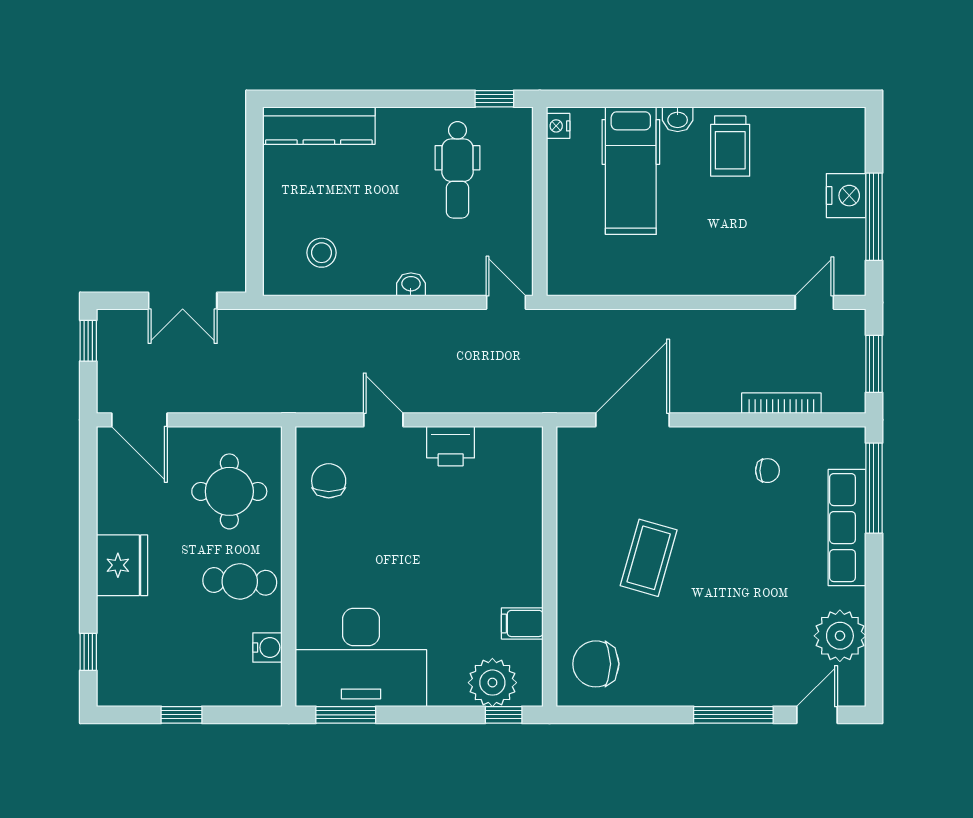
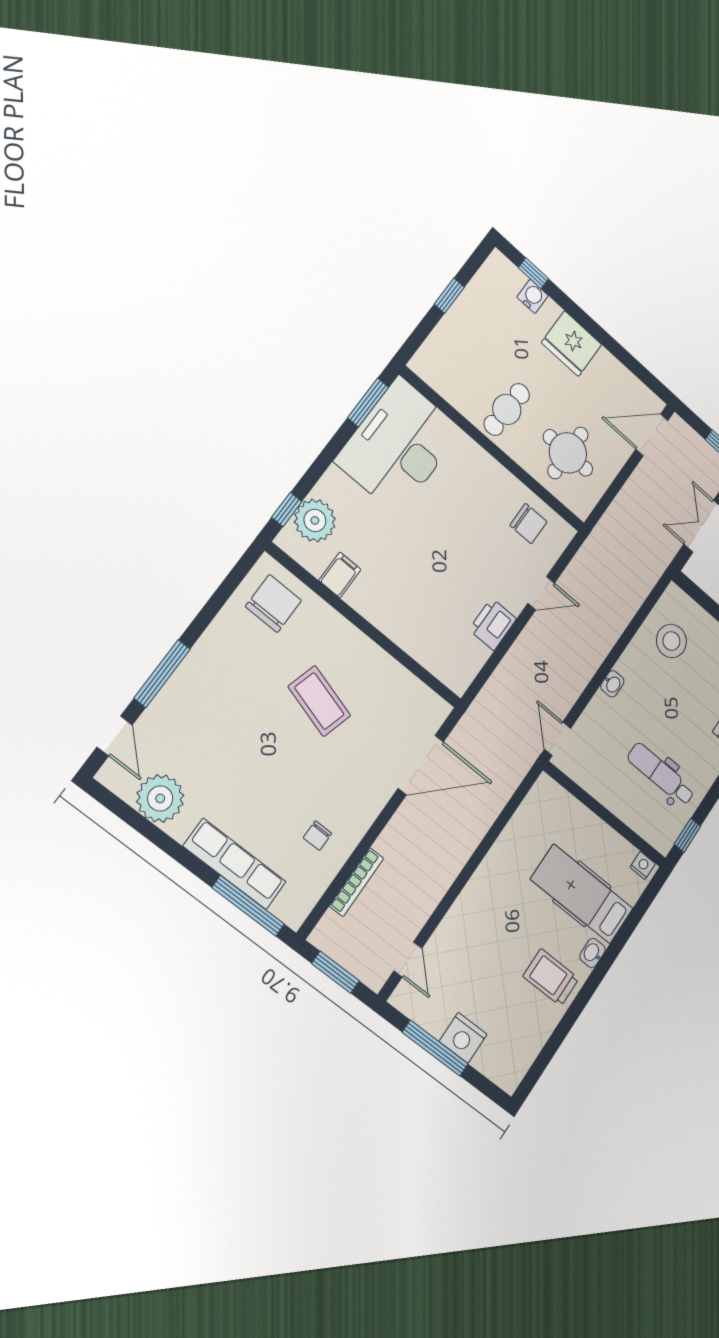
stool: (322, 253) -> (671, 641), width x1.38, depth x1.38
door: (506, 302) -> (558, 739), swing flipped
door: (632, 420) -> (421, 765), hinge flipped
water cooler: (268, 647) -> (533, 296), moved, turned 180

